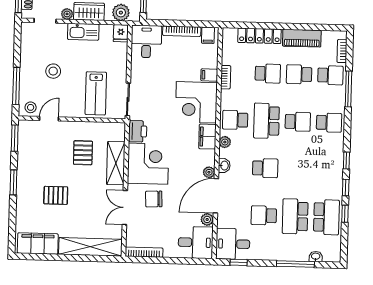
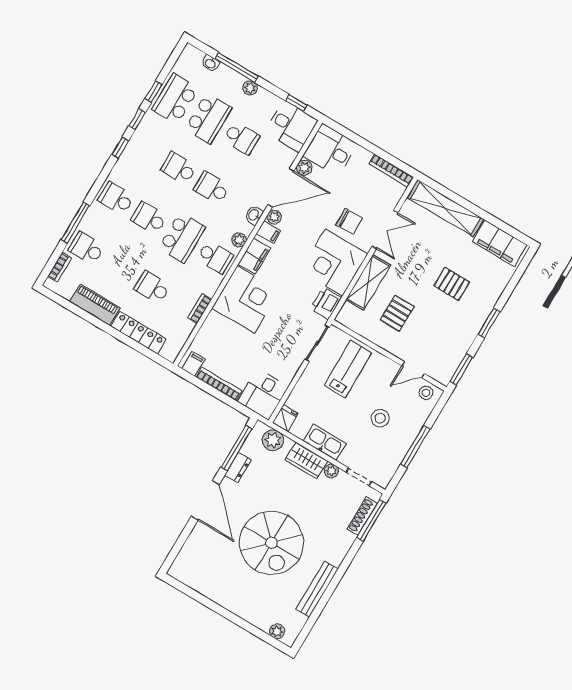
school desk: (299, 74) -> (179, 168), moved, turned 180
filing cabinet: (209, 75) -> (269, 232), moved
window: (16, 86) -> (415, 446), moved
plant: (278, 255) -> (250, 88), added

